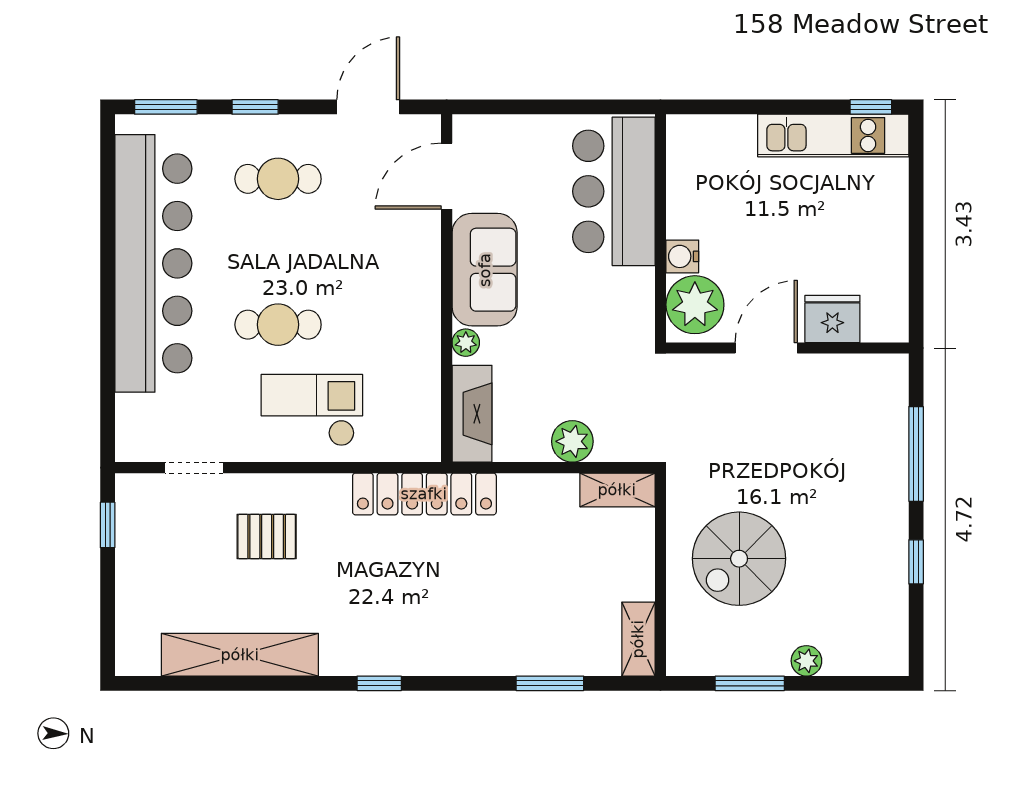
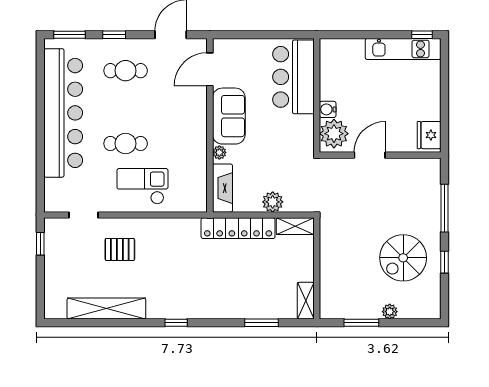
fridge: (832, 319) -> (429, 135), moved, turned -90
locker: (424, 494) -> (238, 228), moved
spiral stairs: (739, 559) -> (403, 258), moved

